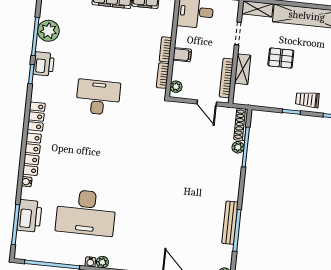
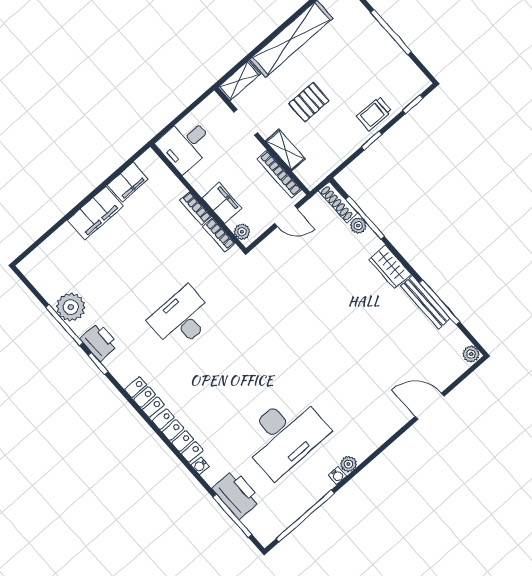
filing cabinet: (182, 55) -> (222, 203), width x2.00
wardrobe: (231, 186) -> (390, 267), added

